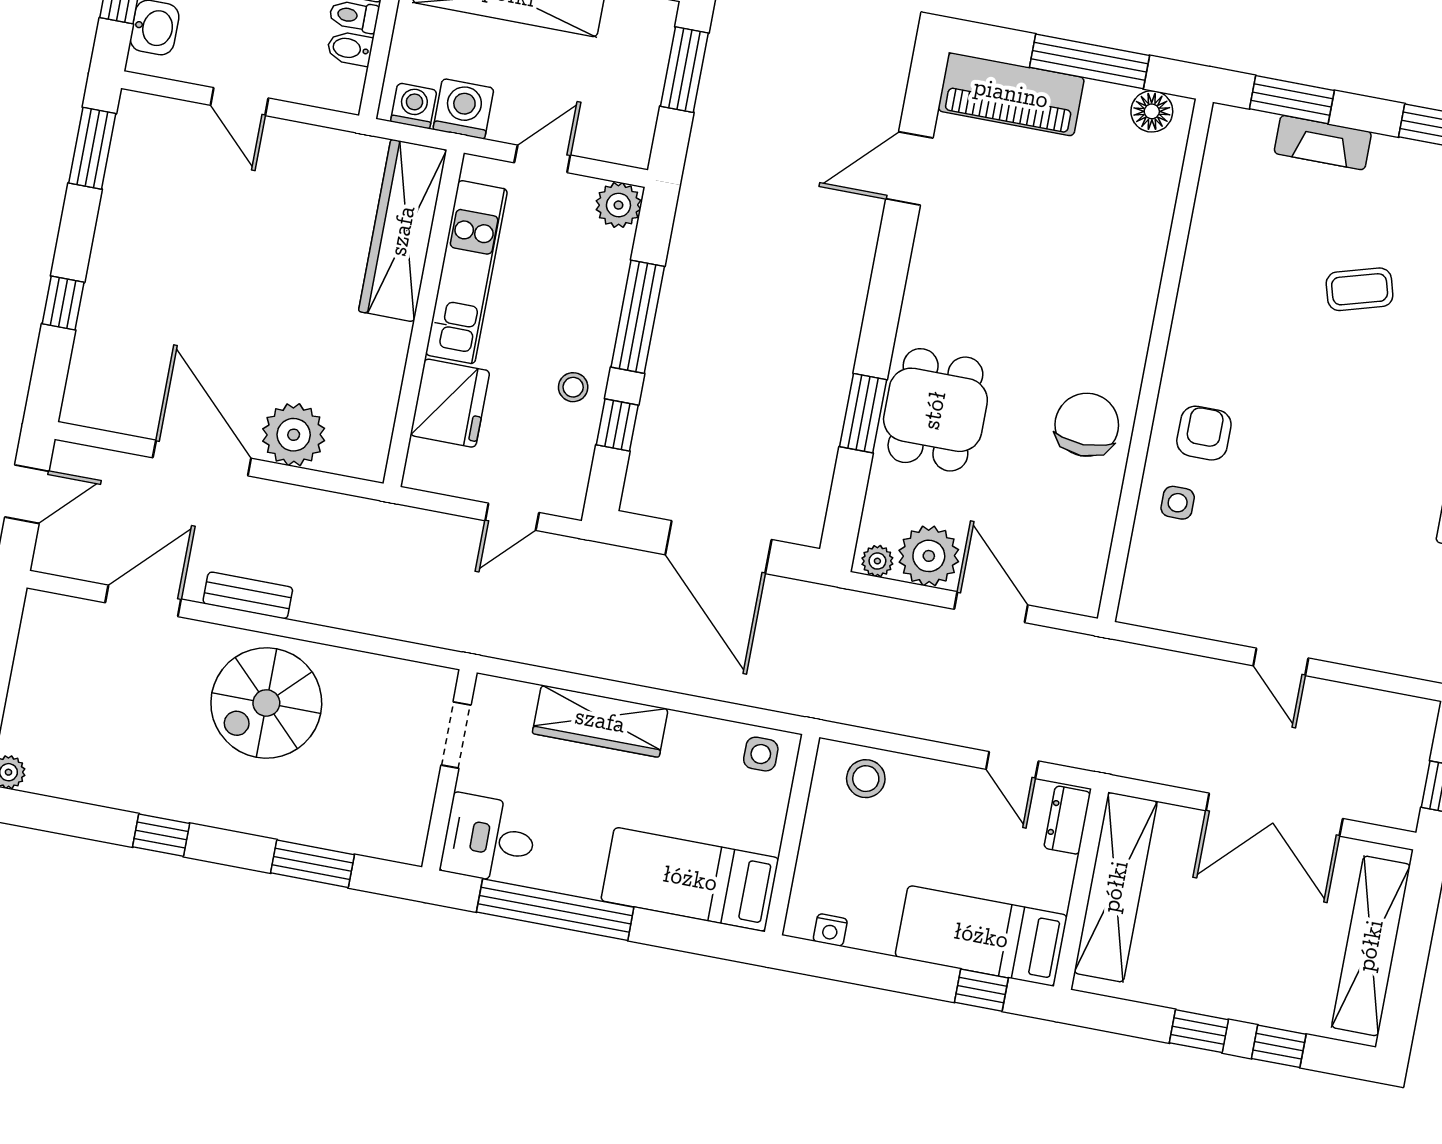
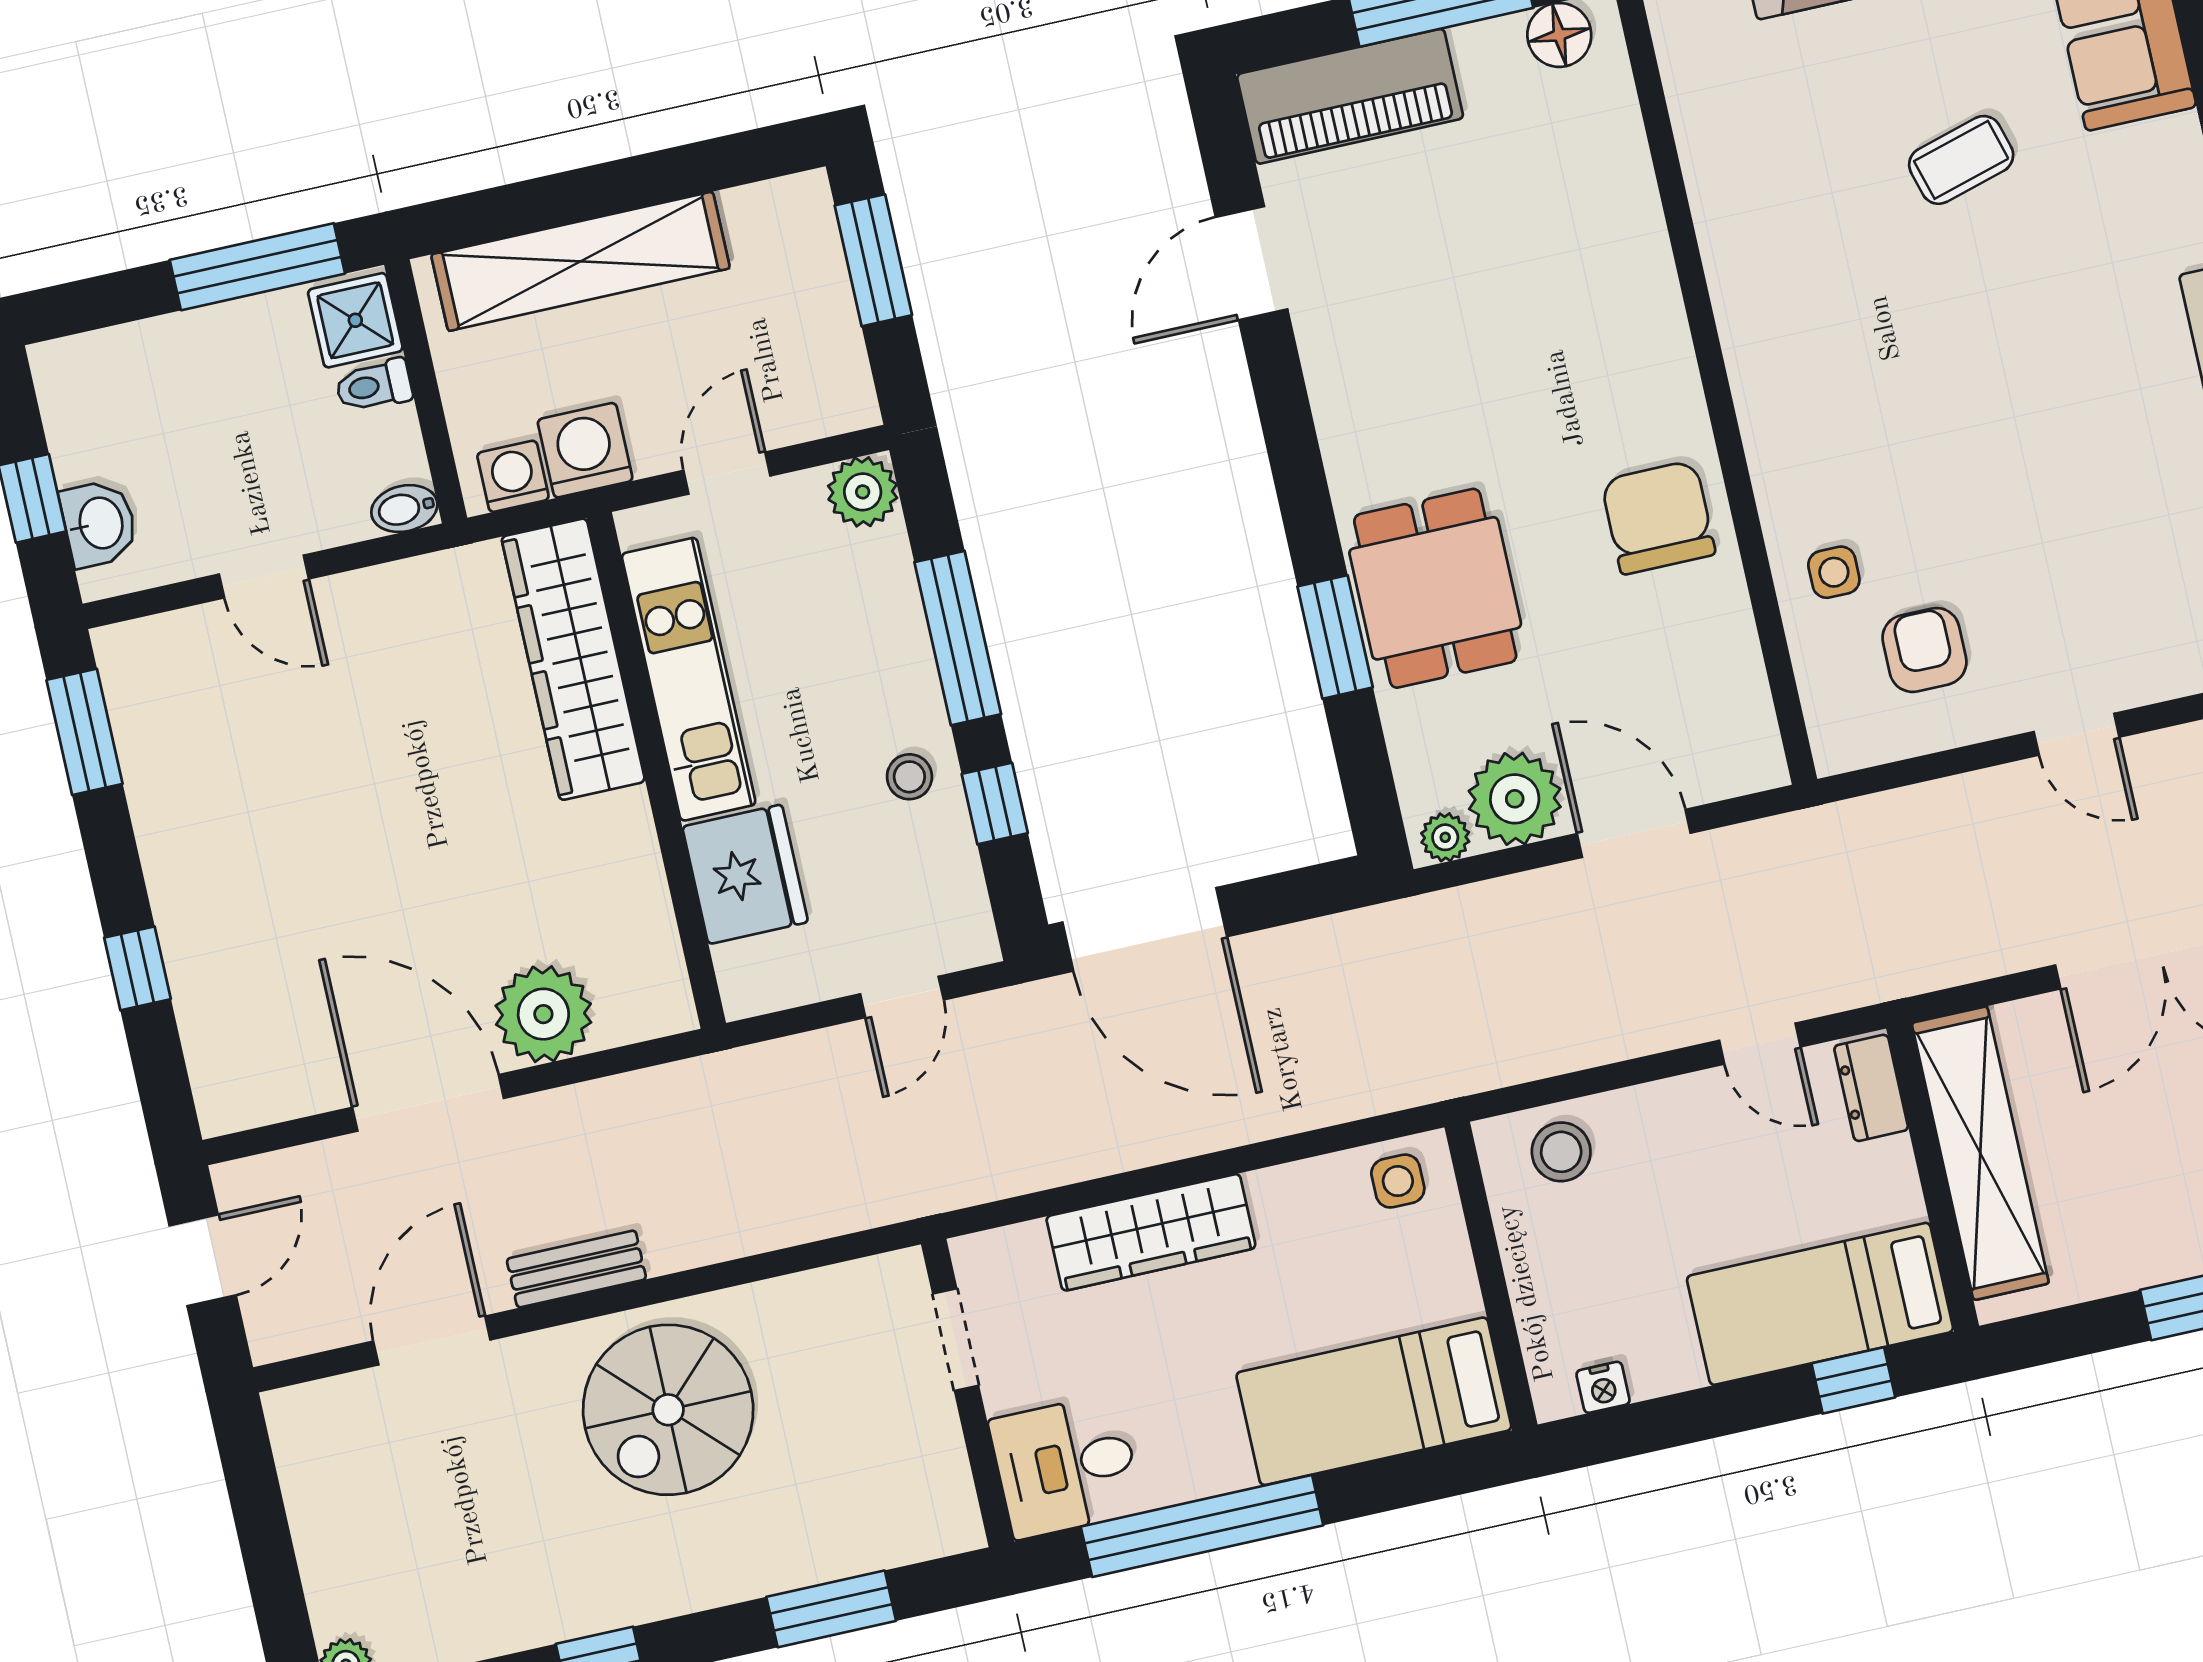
bidet: (350, 48) -> (404, 509), moved
armchair: (1204, 433) -> (1924, 650), moved
door: (718, 547) -> (1145, 929), moved

